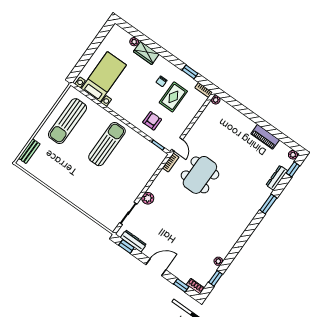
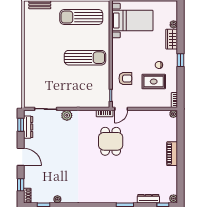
window: (190, 72) -> (181, 60), moved
piano: (265, 137) -> (172, 154), moved
dining table: (200, 175) -> (111, 141), width x0.73

